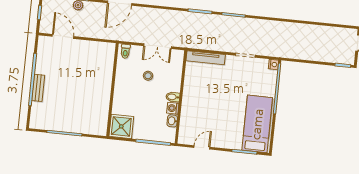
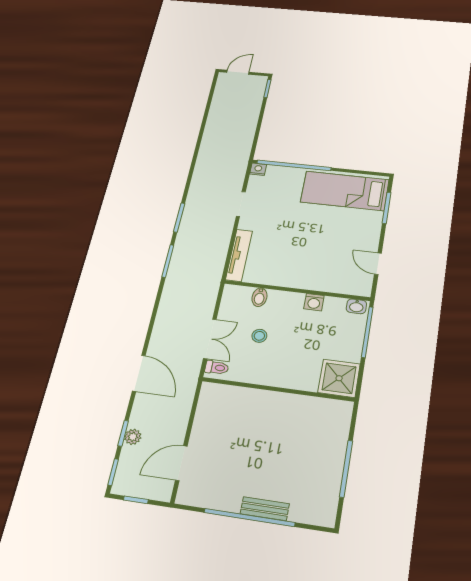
double door: (157, 46) -> (210, 339), moved
bidet: (173, 97) -> (259, 297), moved
washbasin: (172, 121) -> (356, 306), moved

